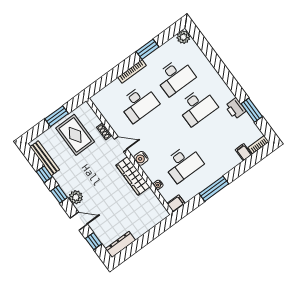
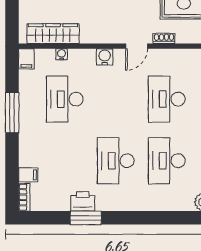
window: (252, 110) -> (86, 218), moved
wardrobe: (133, 176) -> (53, 34), moved

